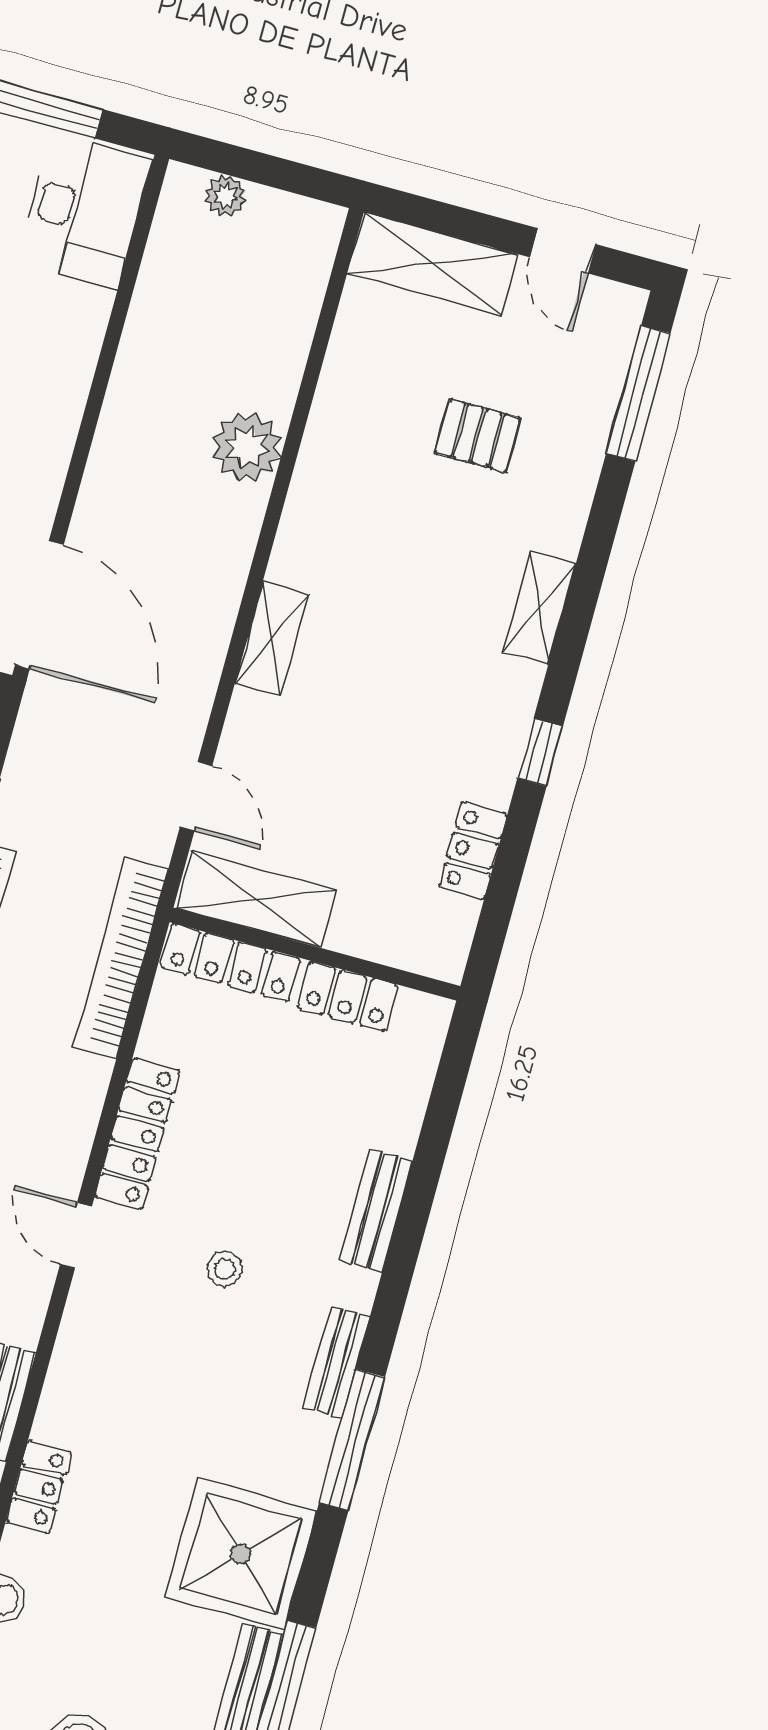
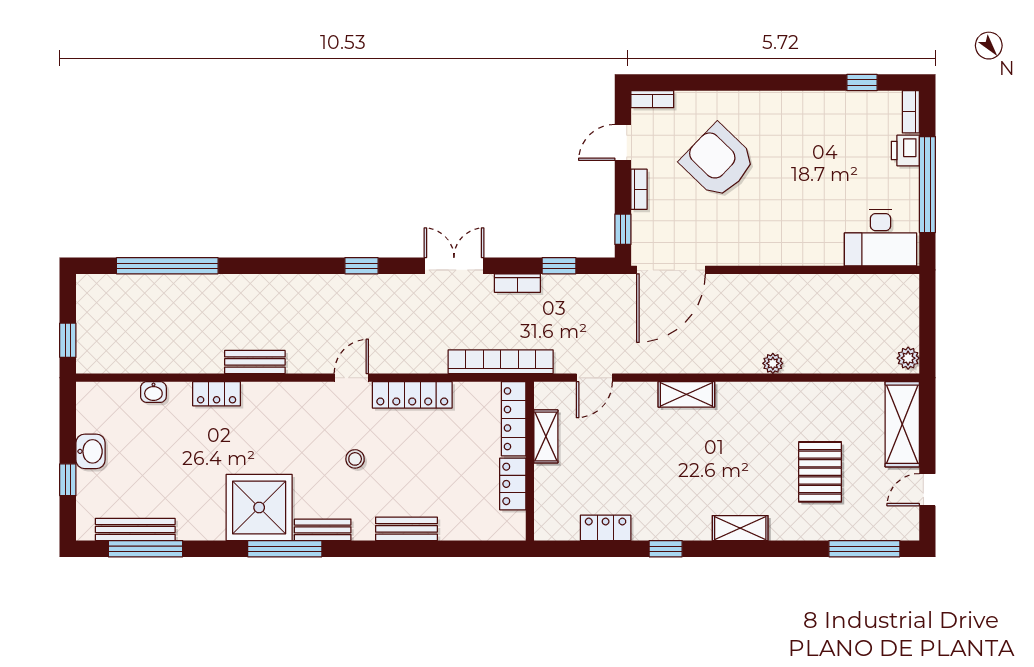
plant: (226, 196) -> (908, 358), moved
pallet: (478, 436) -> (820, 472), width x1.50, depth x1.42
plant: (247, 447) -> (773, 363), width x0.53, depth x0.53
shelving: (256, 899) -> (546, 436), width x0.67, depth x0.75
shower: (241, 1554) -> (259, 508), moved

